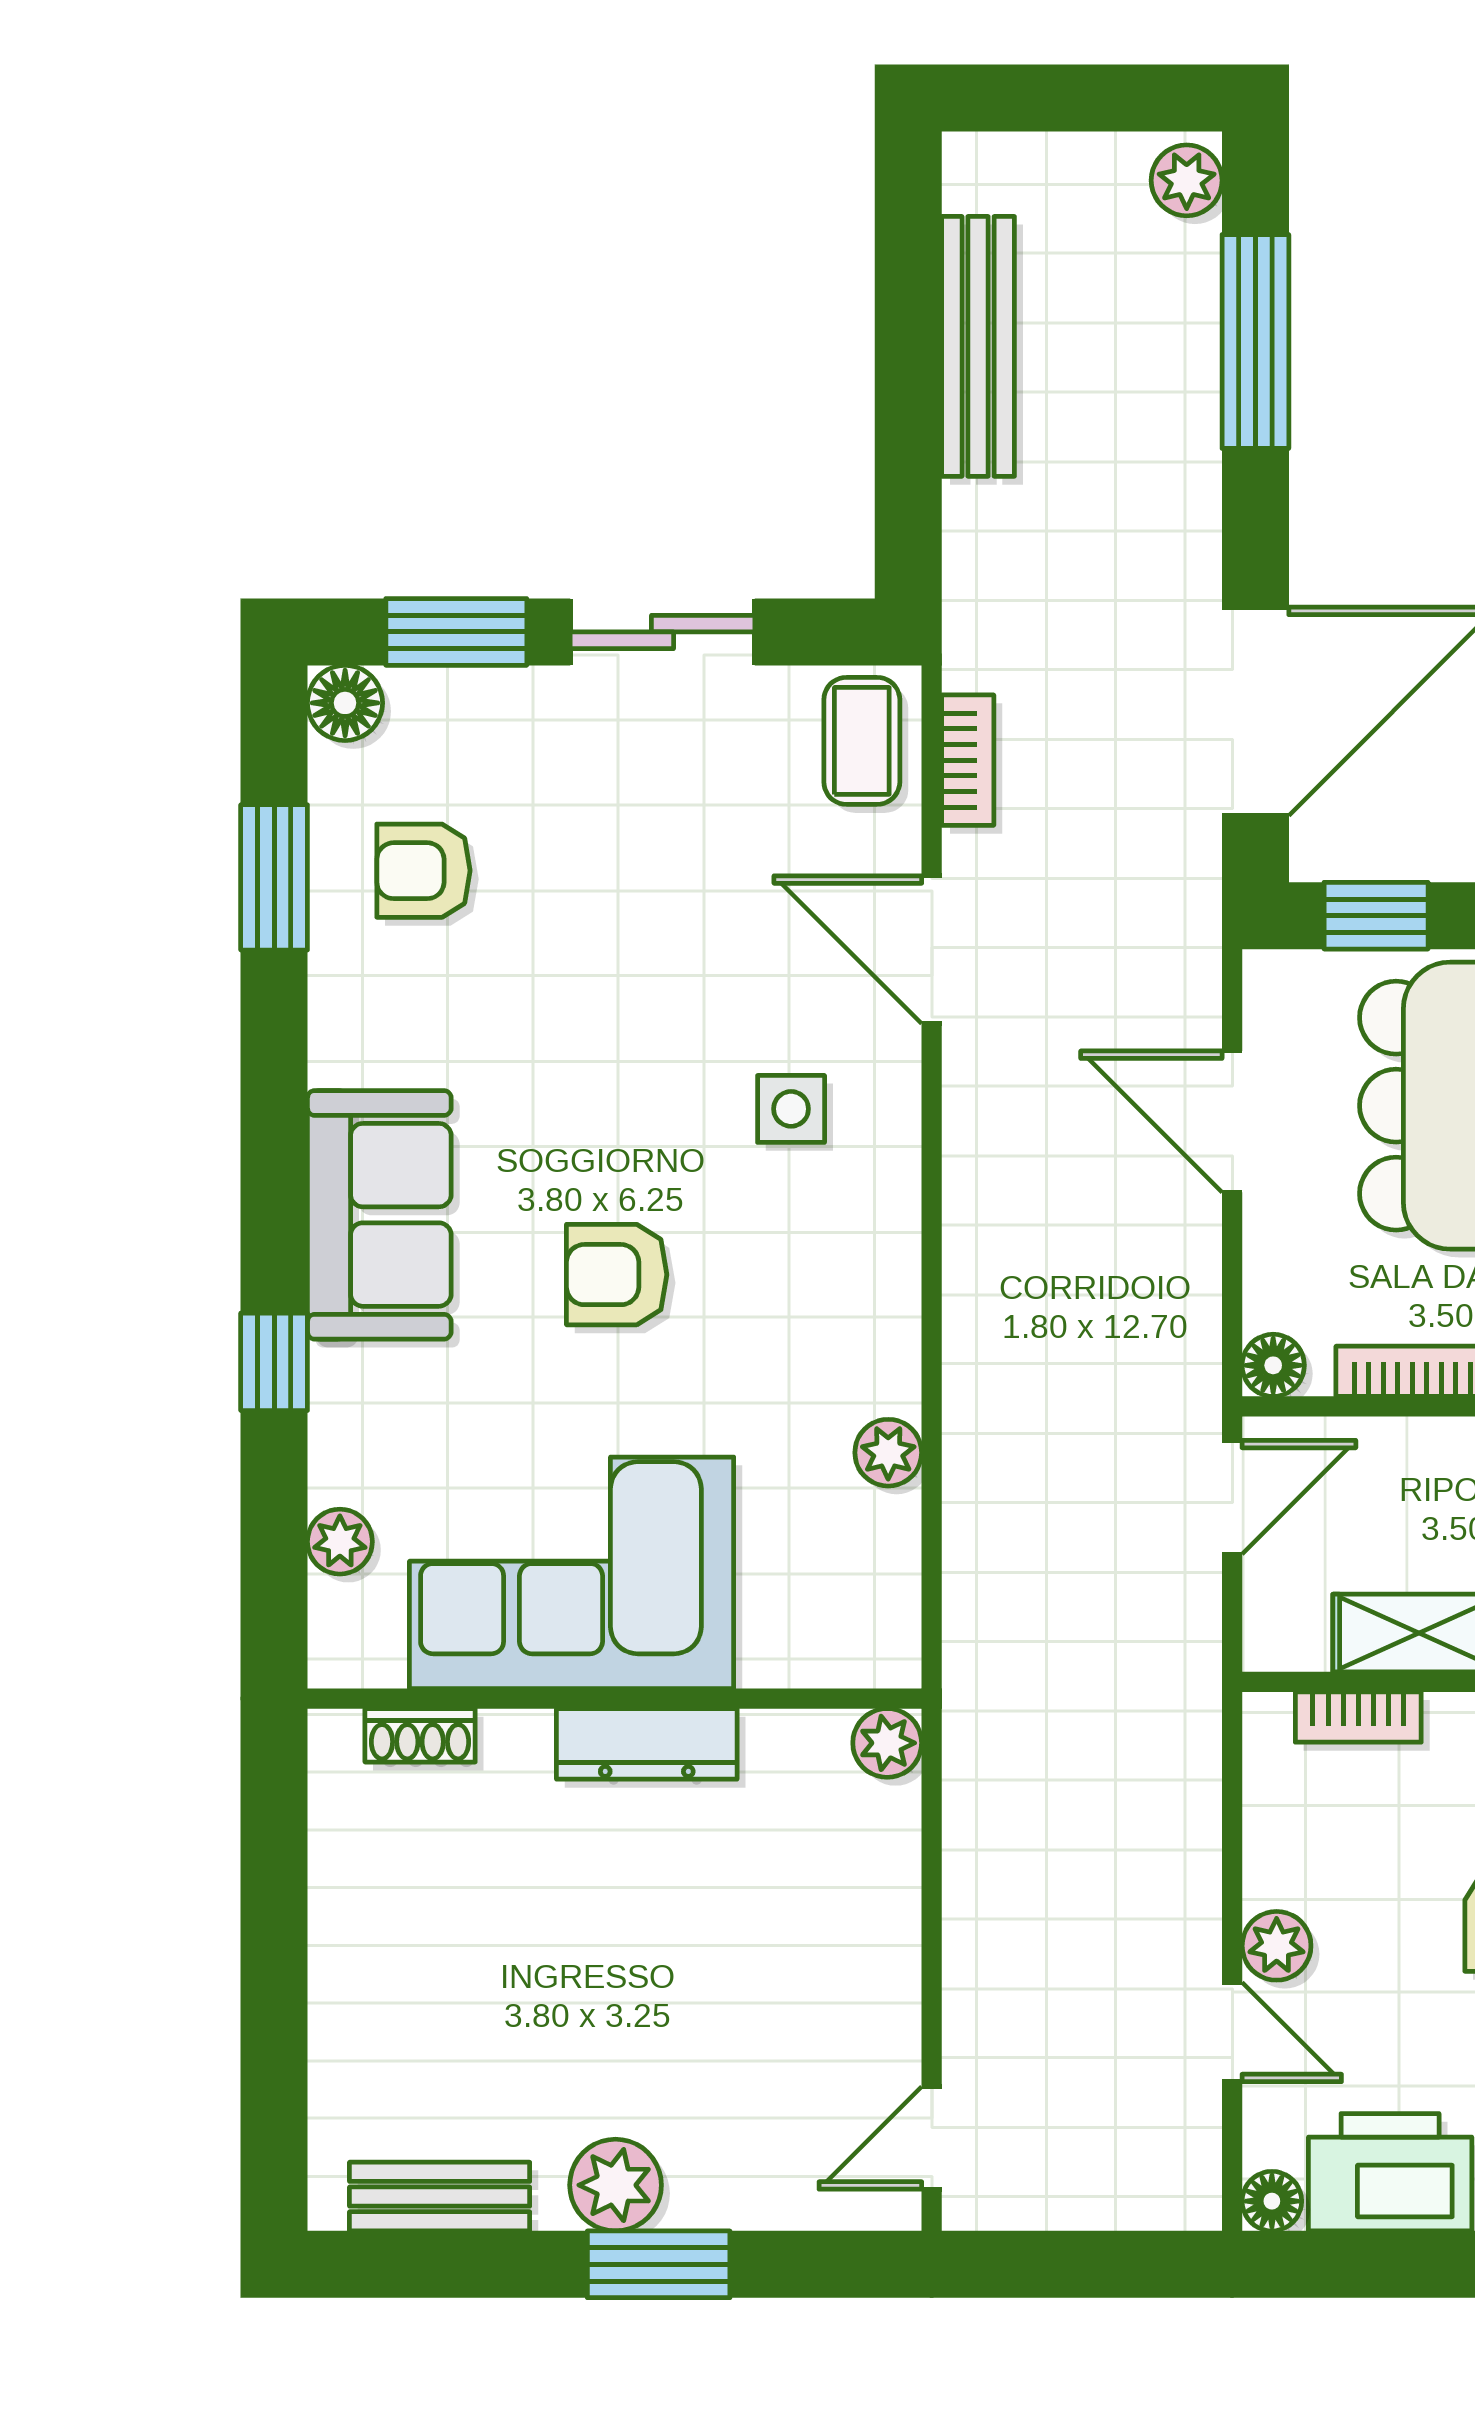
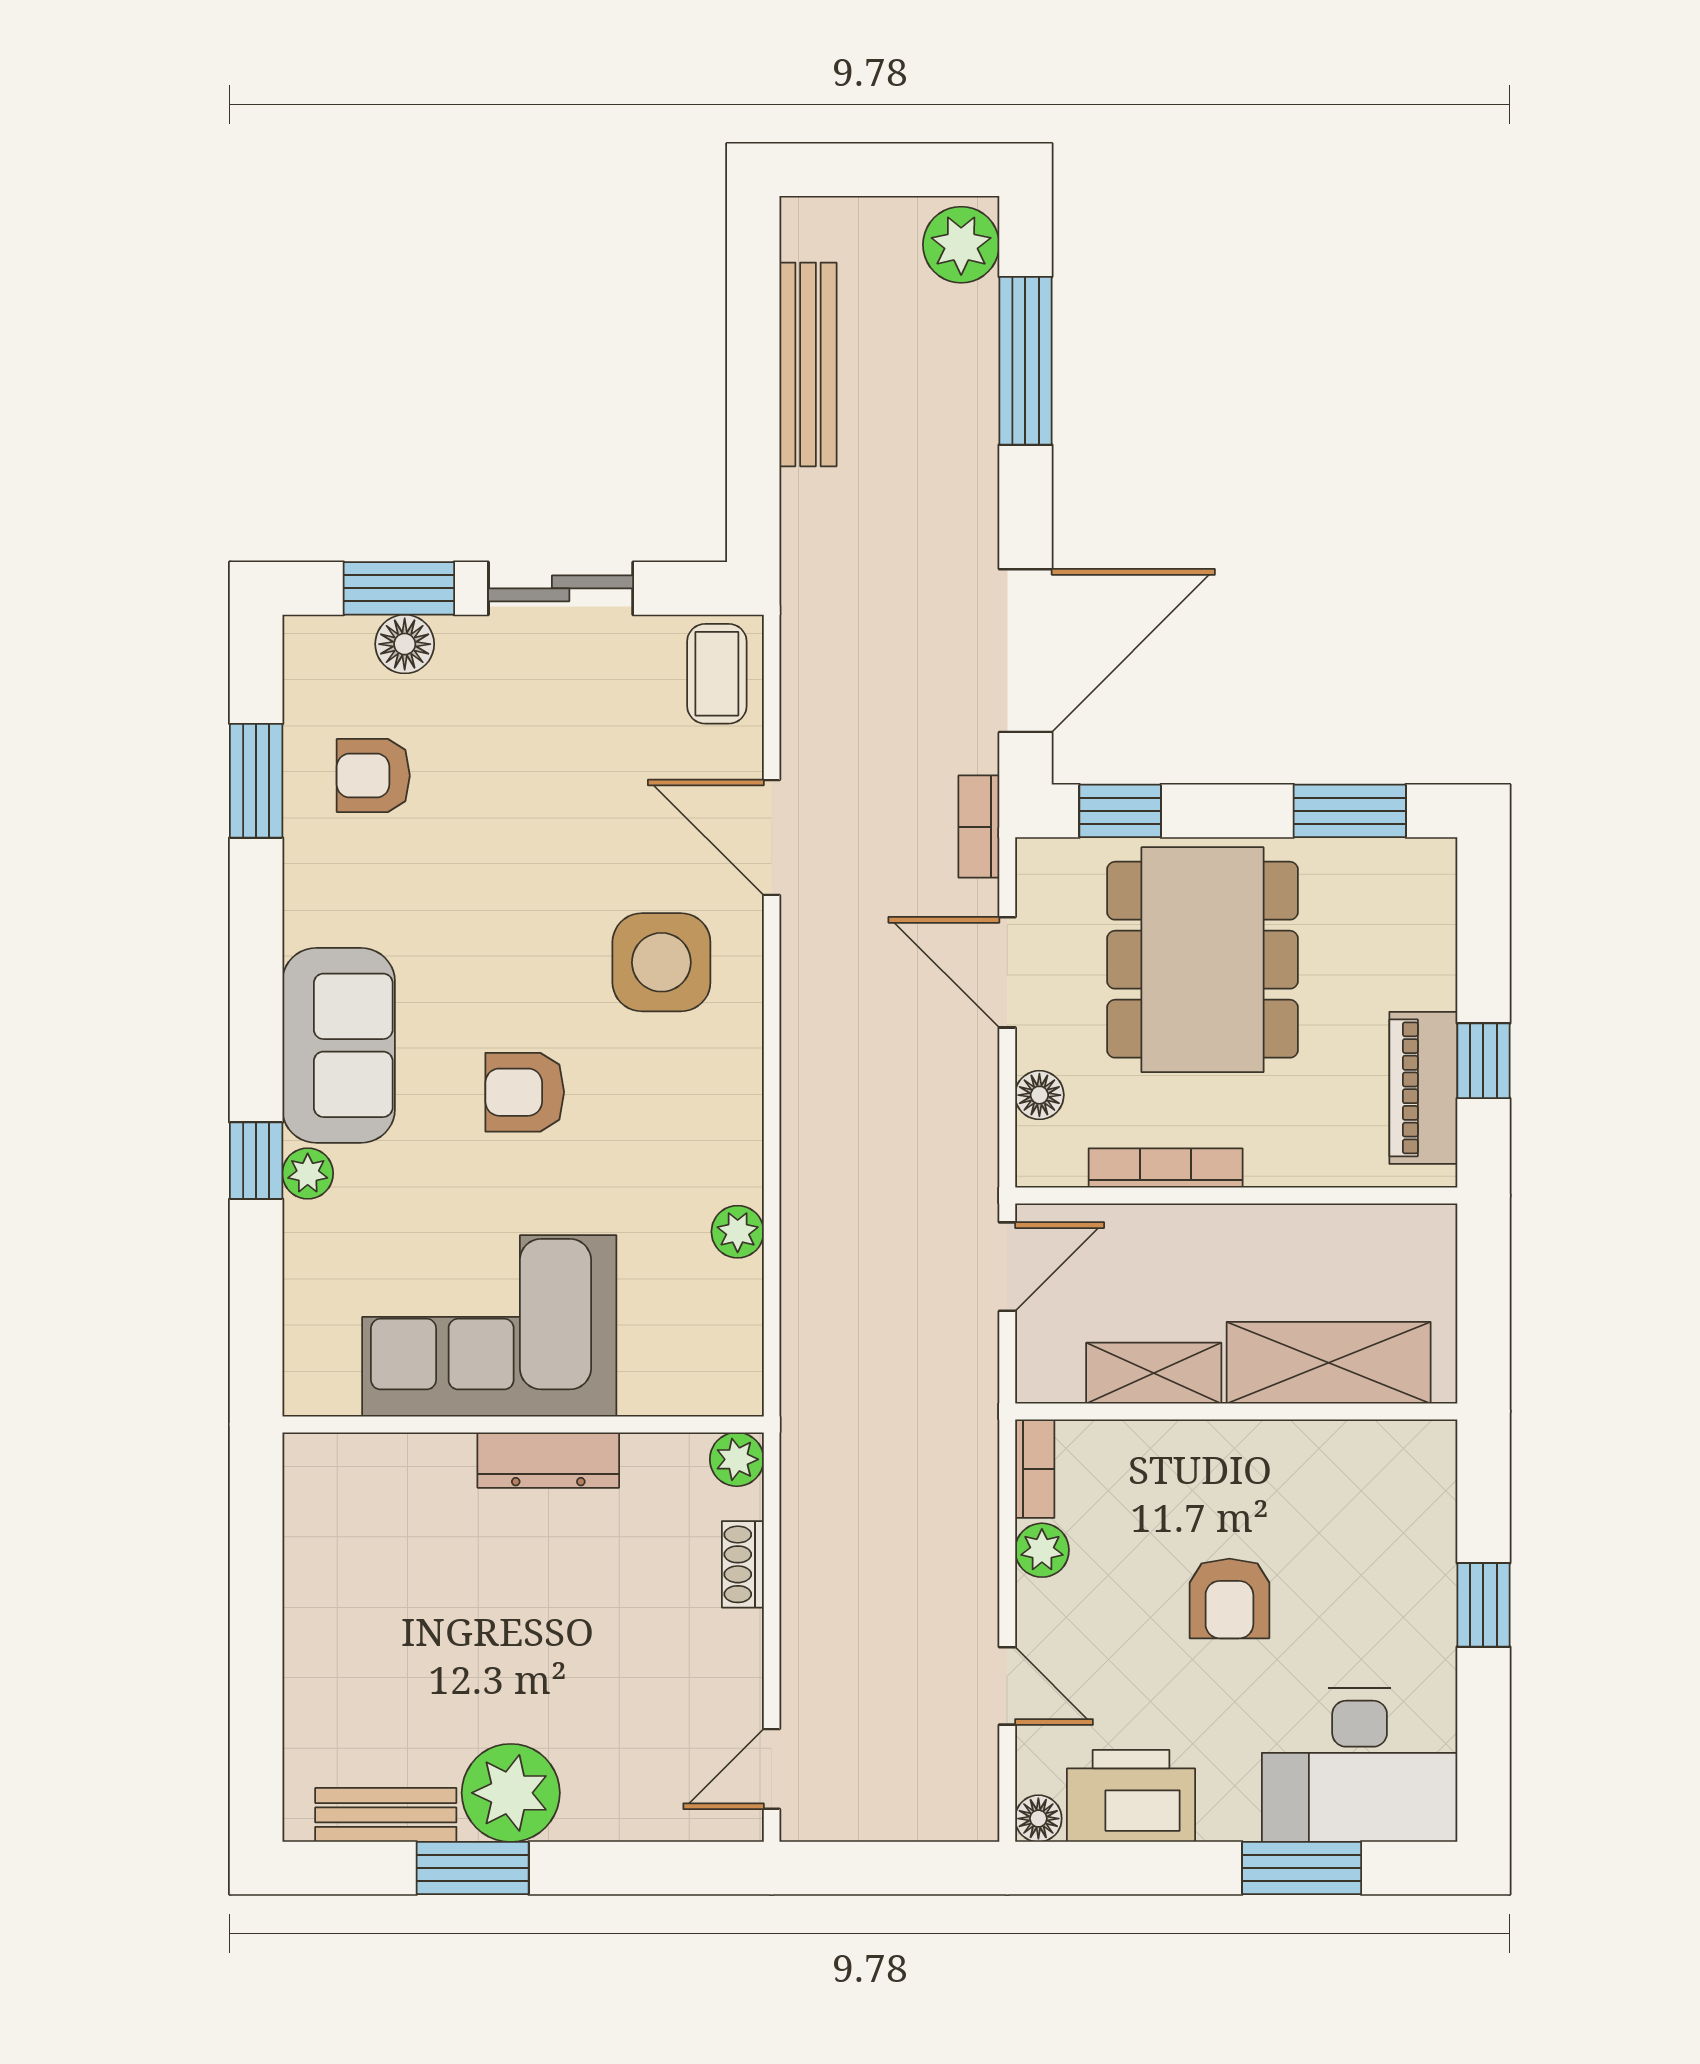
plant: (1187, 180) -> (961, 245), width x1.38, depth x1.38
floor lamp: (345, 703) -> (405, 644), moved
bookcase: (968, 760) -> (979, 827), moved, turned 180
side table: (791, 1109) -> (661, 962), width x1.87, depth x1.87
floor lamp: (1273, 1365) -> (1039, 1095), moved
plant: (340, 1542) -> (308, 1173), moved
bookcase: (1358, 1717) -> (1035, 1469), moved, turned -90
shoe rack: (420, 1735) -> (743, 1564), moved, turned 90
plant: (1277, 1946) -> (1042, 1550), moved
plant: (616, 2185) -> (511, 1793), width x1.36, depth x1.36
window: (659, 2264) -> (473, 1868), moved

